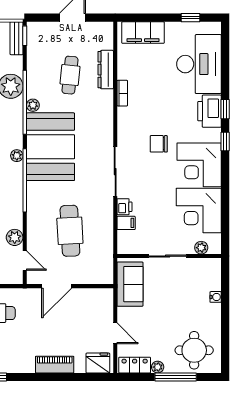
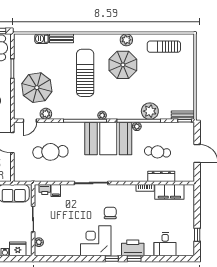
filing cabinet: (143, 33) -> (169, 192), moved, turned -90
desk: (199, 64) -> (165, 244), width x0.53, depth x0.77
printer: (124, 207) -> (45, 189), moved
corner desk: (199, 210) -> (64, 240), removed
fridge: (211, 278) -> (18, 249), added

